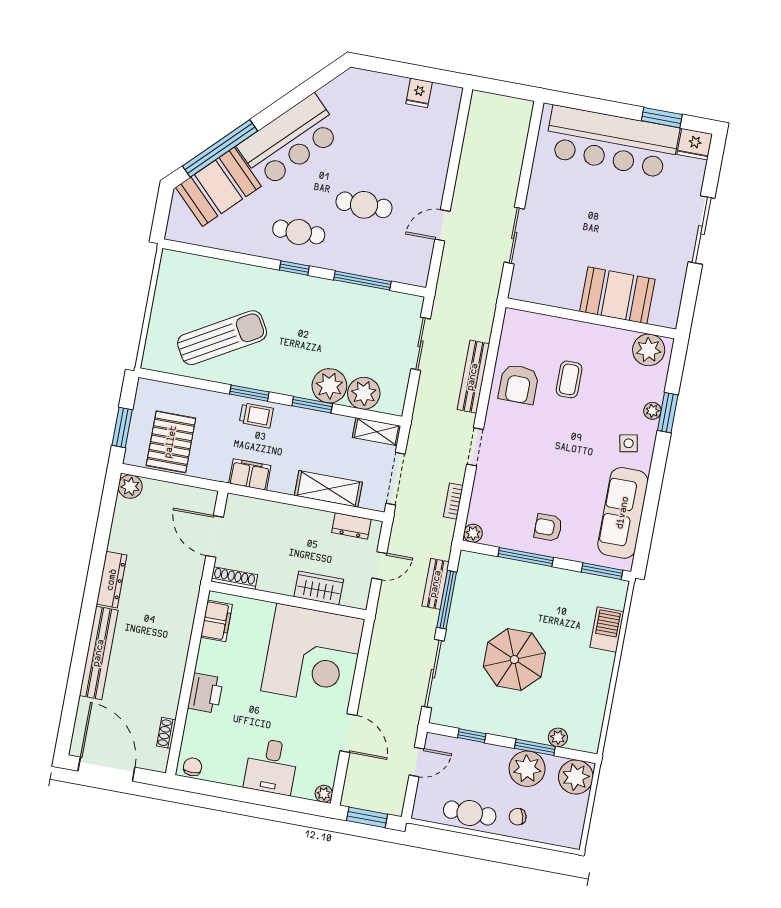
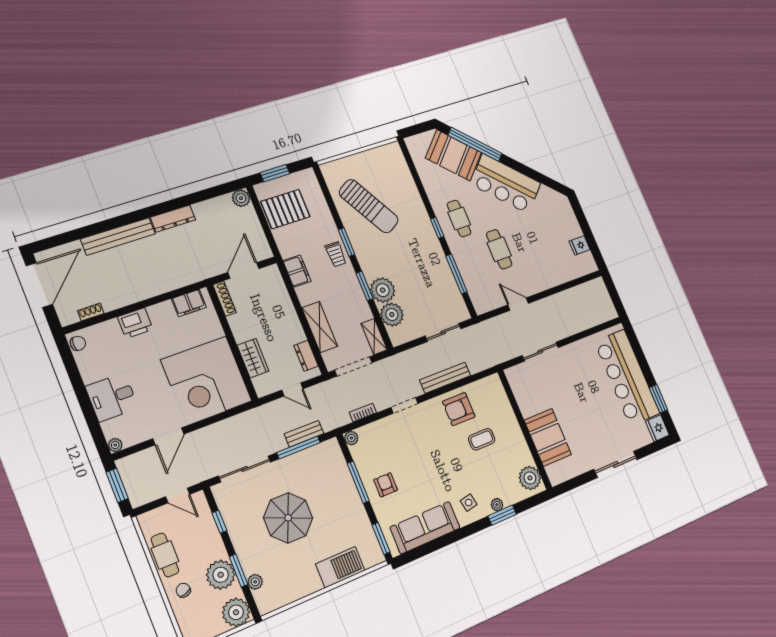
barbecue: (607, 629) -> (340, 567), width x1.37, depth x1.21

